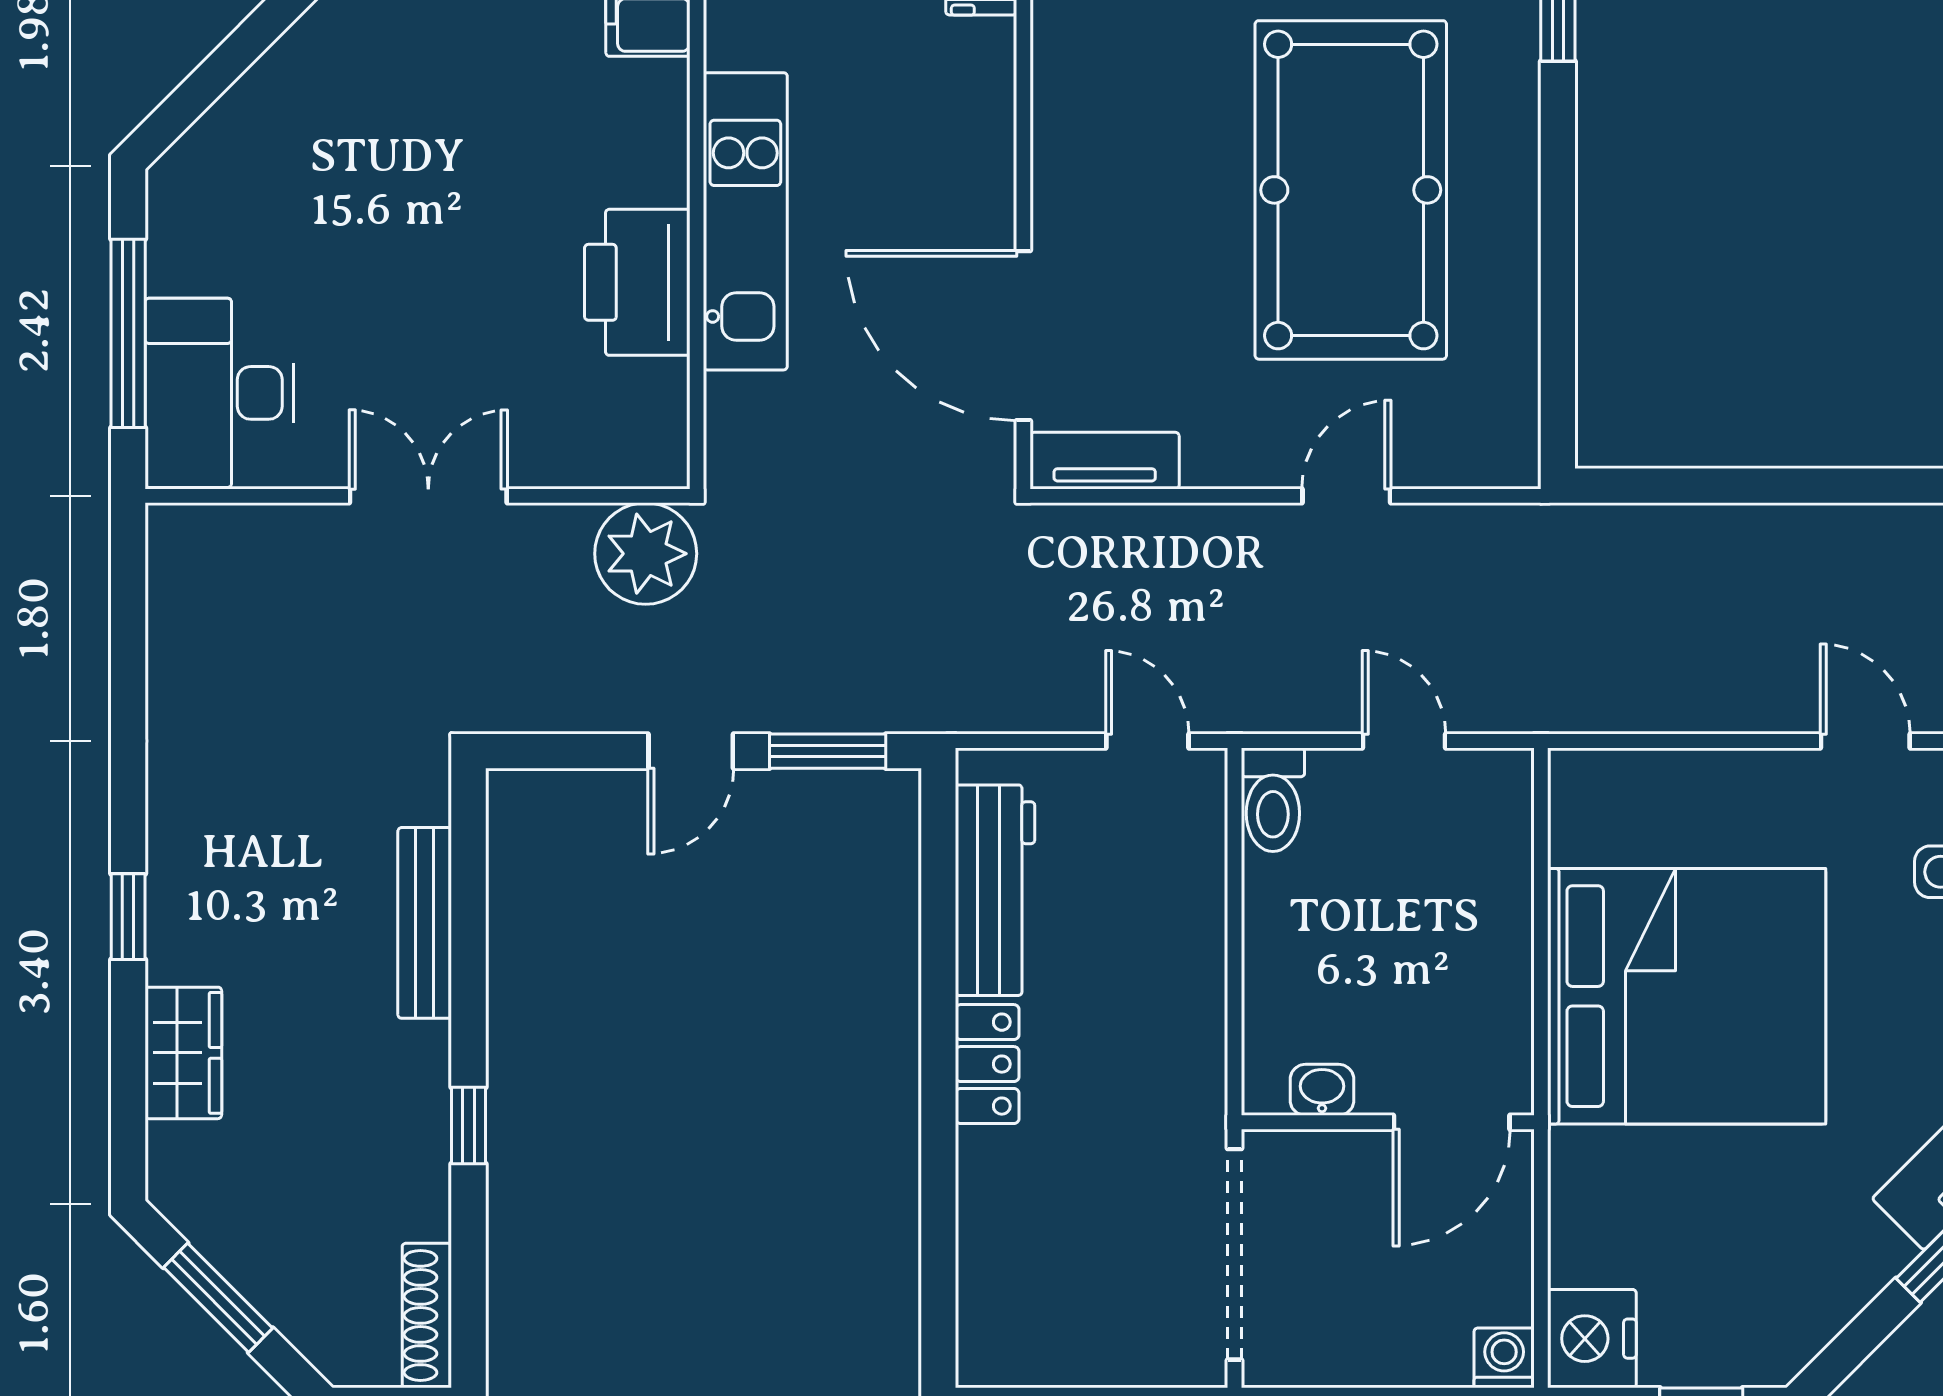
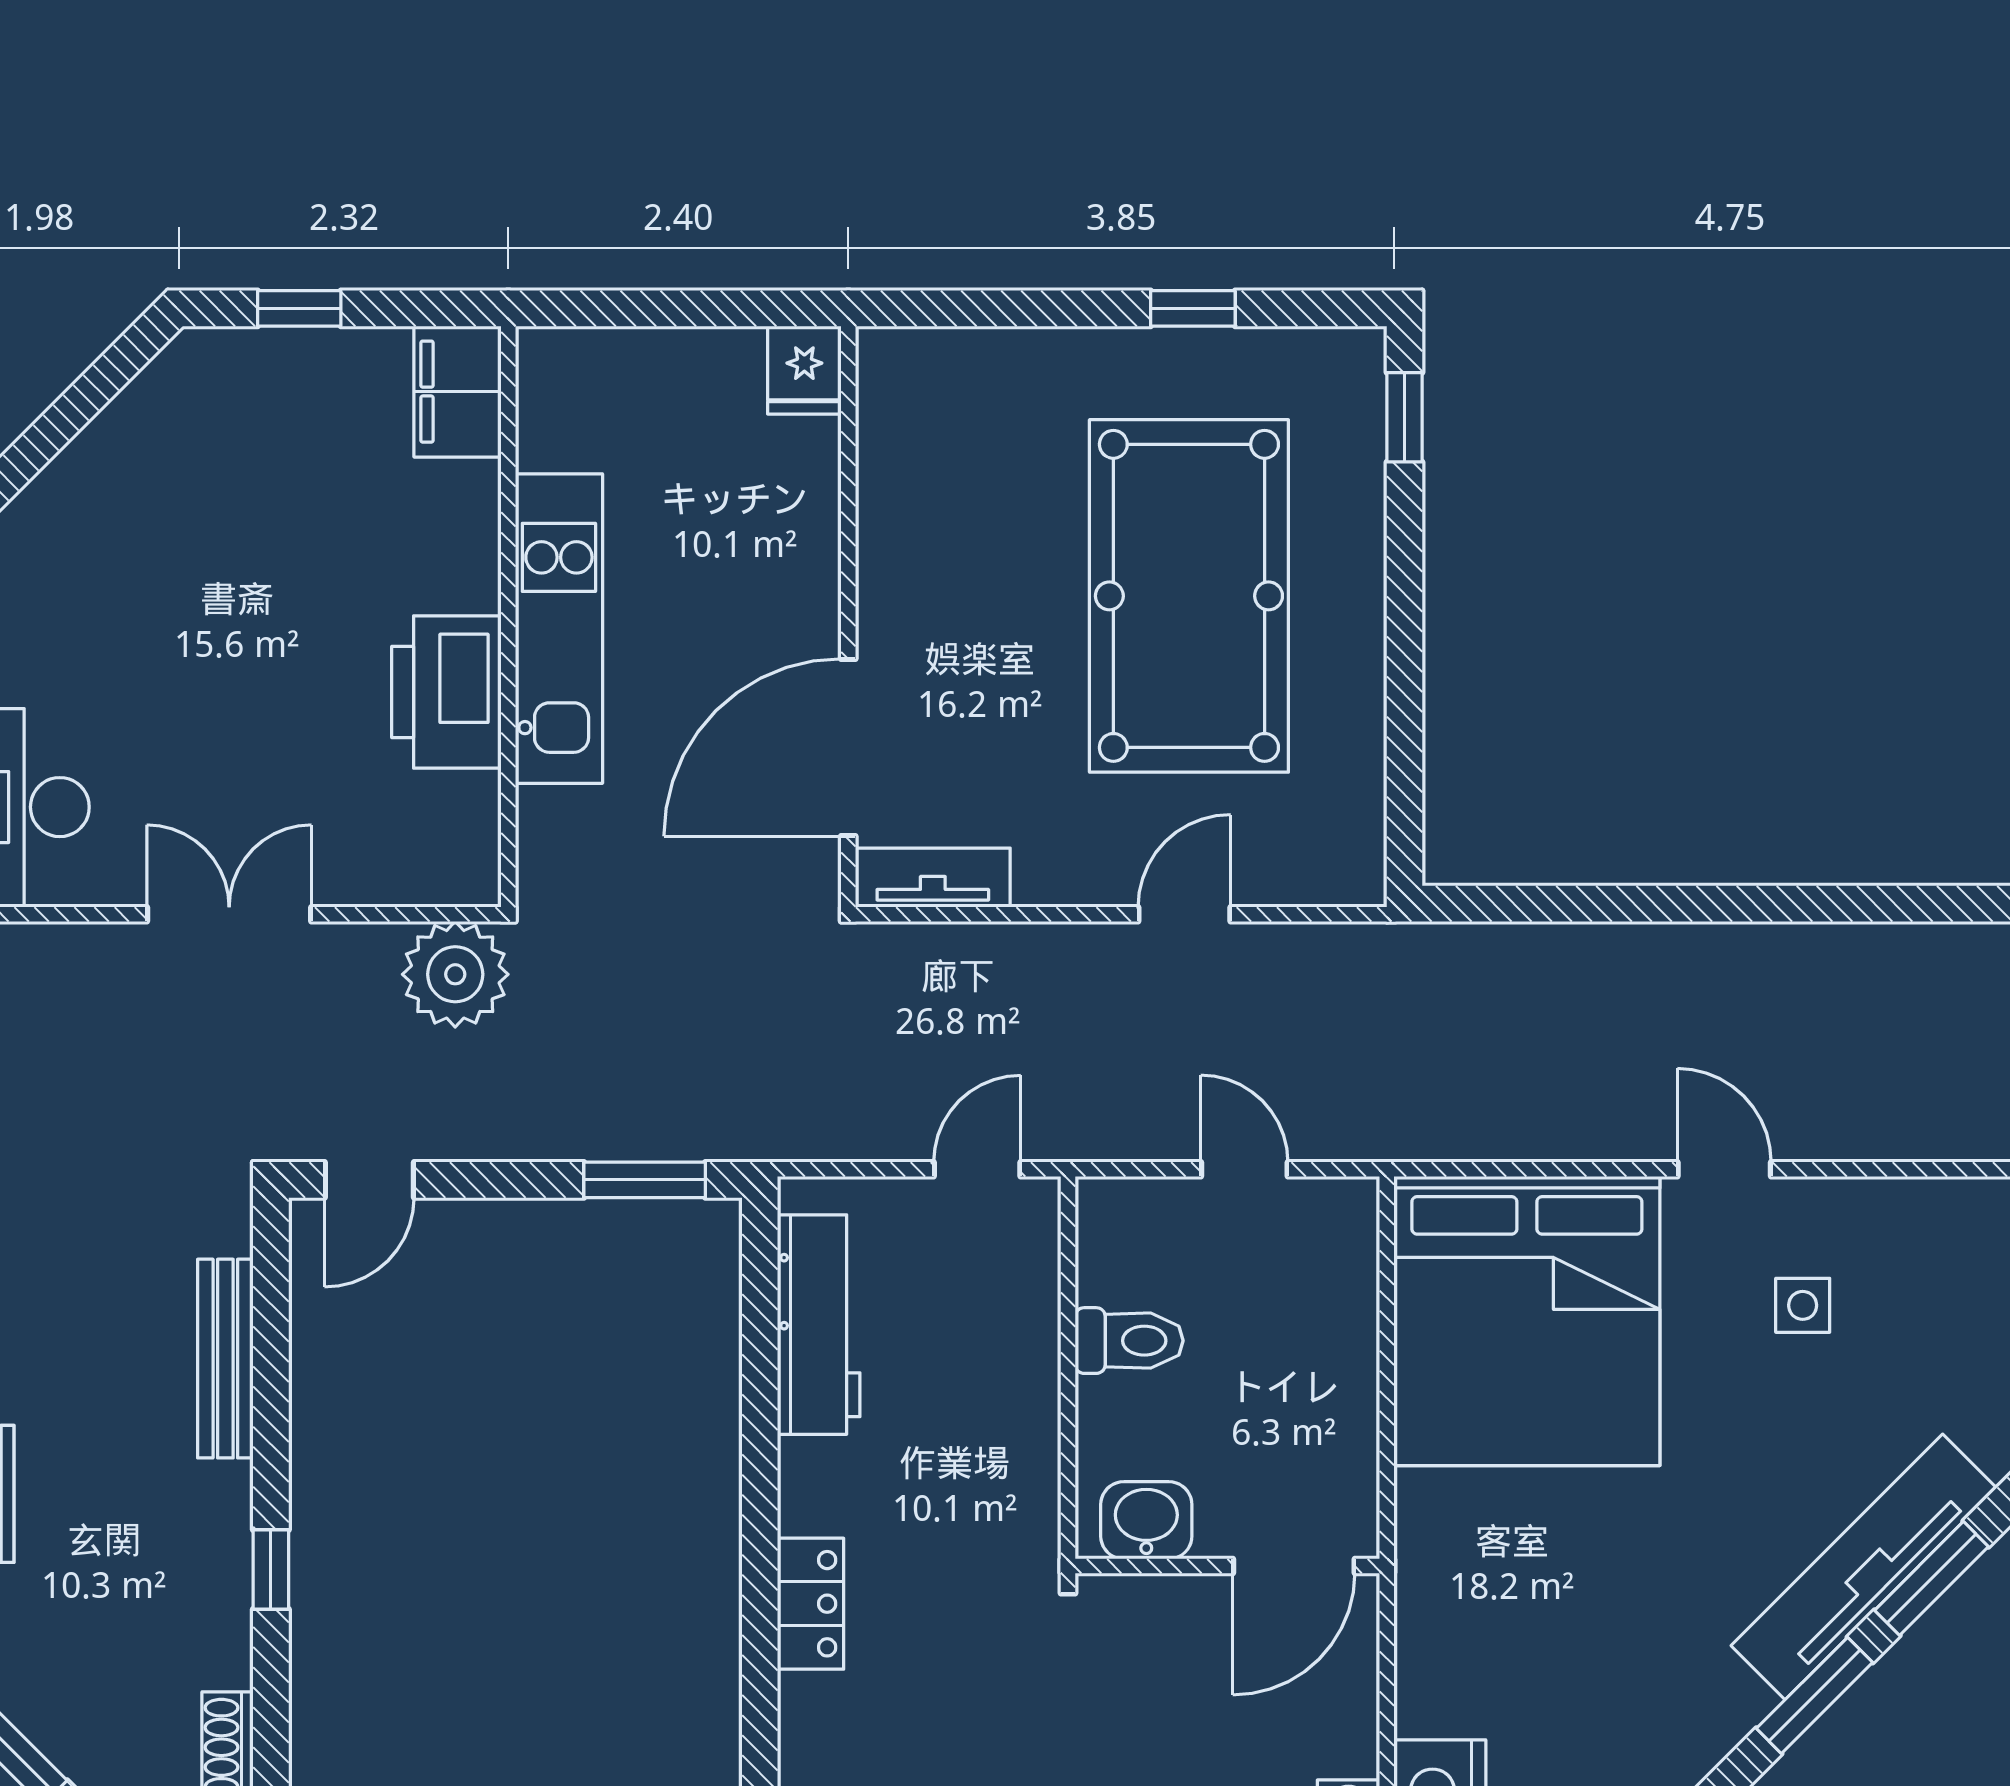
door: (1023, 336) -> (848, 747), hinge flipped
door: (1147, 741) -> (977, 1169), hinge flipped
door: (691, 751) -> (369, 1180), moved
toilet: (1273, 800) -> (1129, 1341), moved, turned -90
bed: (1687, 996) -> (1527, 1321), moved, turned 90
locker: (987, 1064) -> (811, 1604), moved
washbasin: (1322, 1090) -> (1146, 1520), width x1.38, depth x1.45

